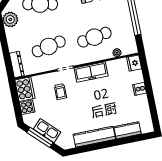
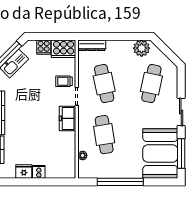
fridge: (134, 63) -> (24, 172), moved
freezer: (91, 72) -> (68, 118), width x0.71
trolley: (60, 92) -> (64, 81), moved

